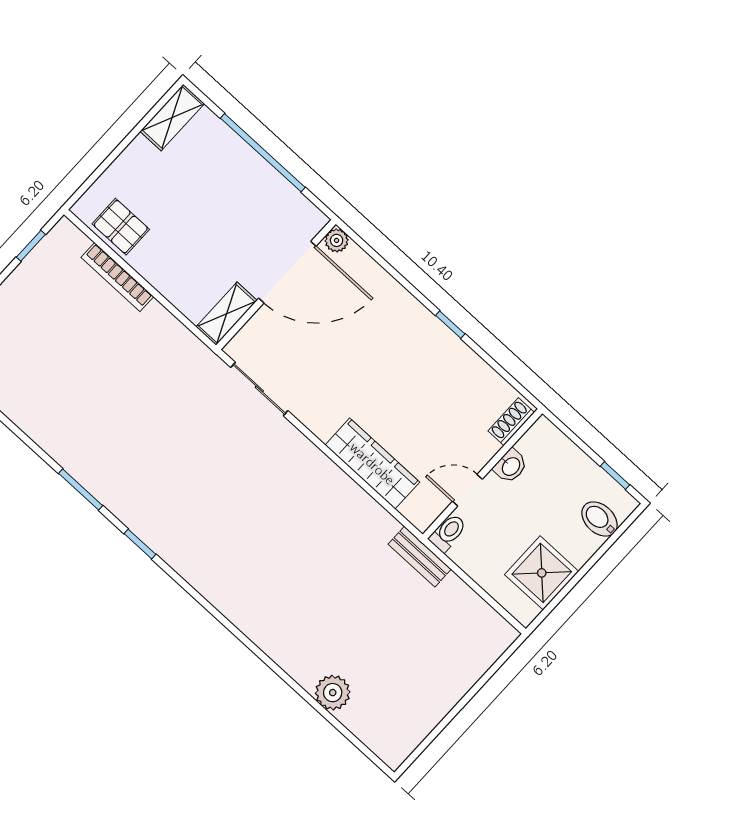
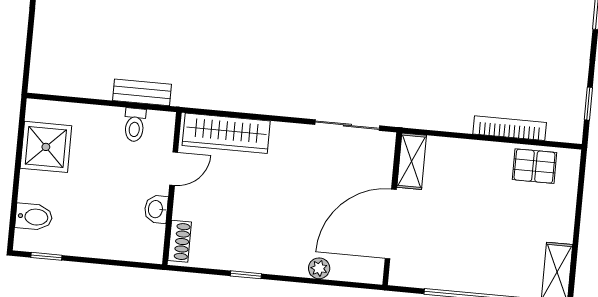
plant: (337, 240) -> (319, 268), moved
shoe rack: (511, 422) -> (180, 241), moved
washbasin: (511, 466) -> (156, 209), moved
wall: (482, 474) -> (172, 188), moved
door: (467, 490) -> (174, 169), moved

